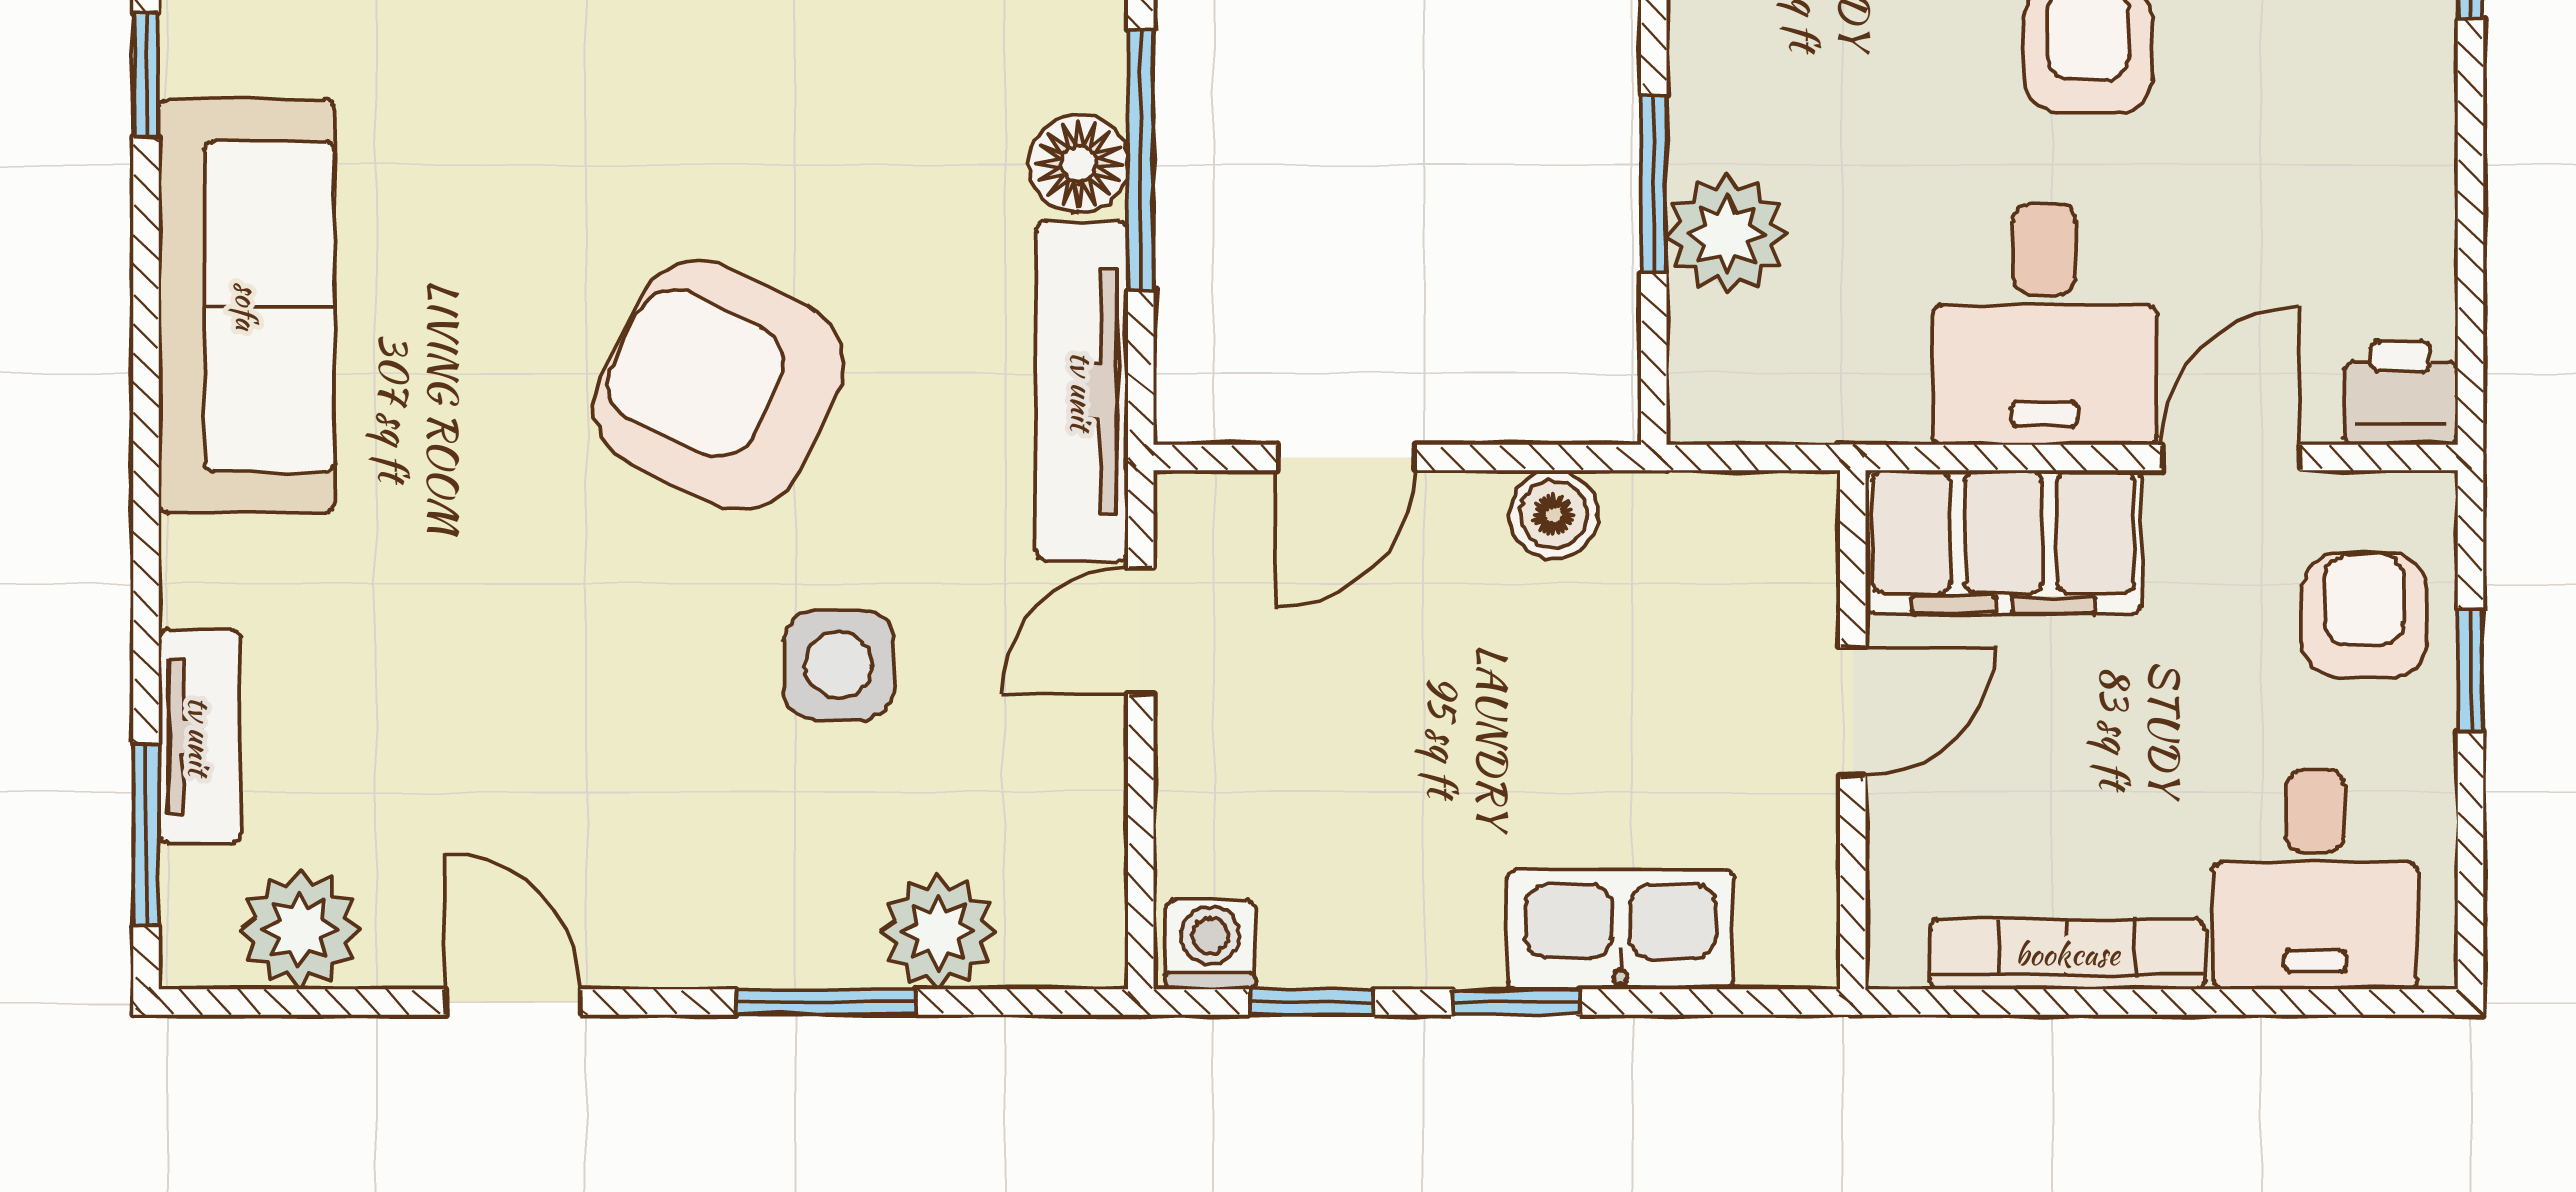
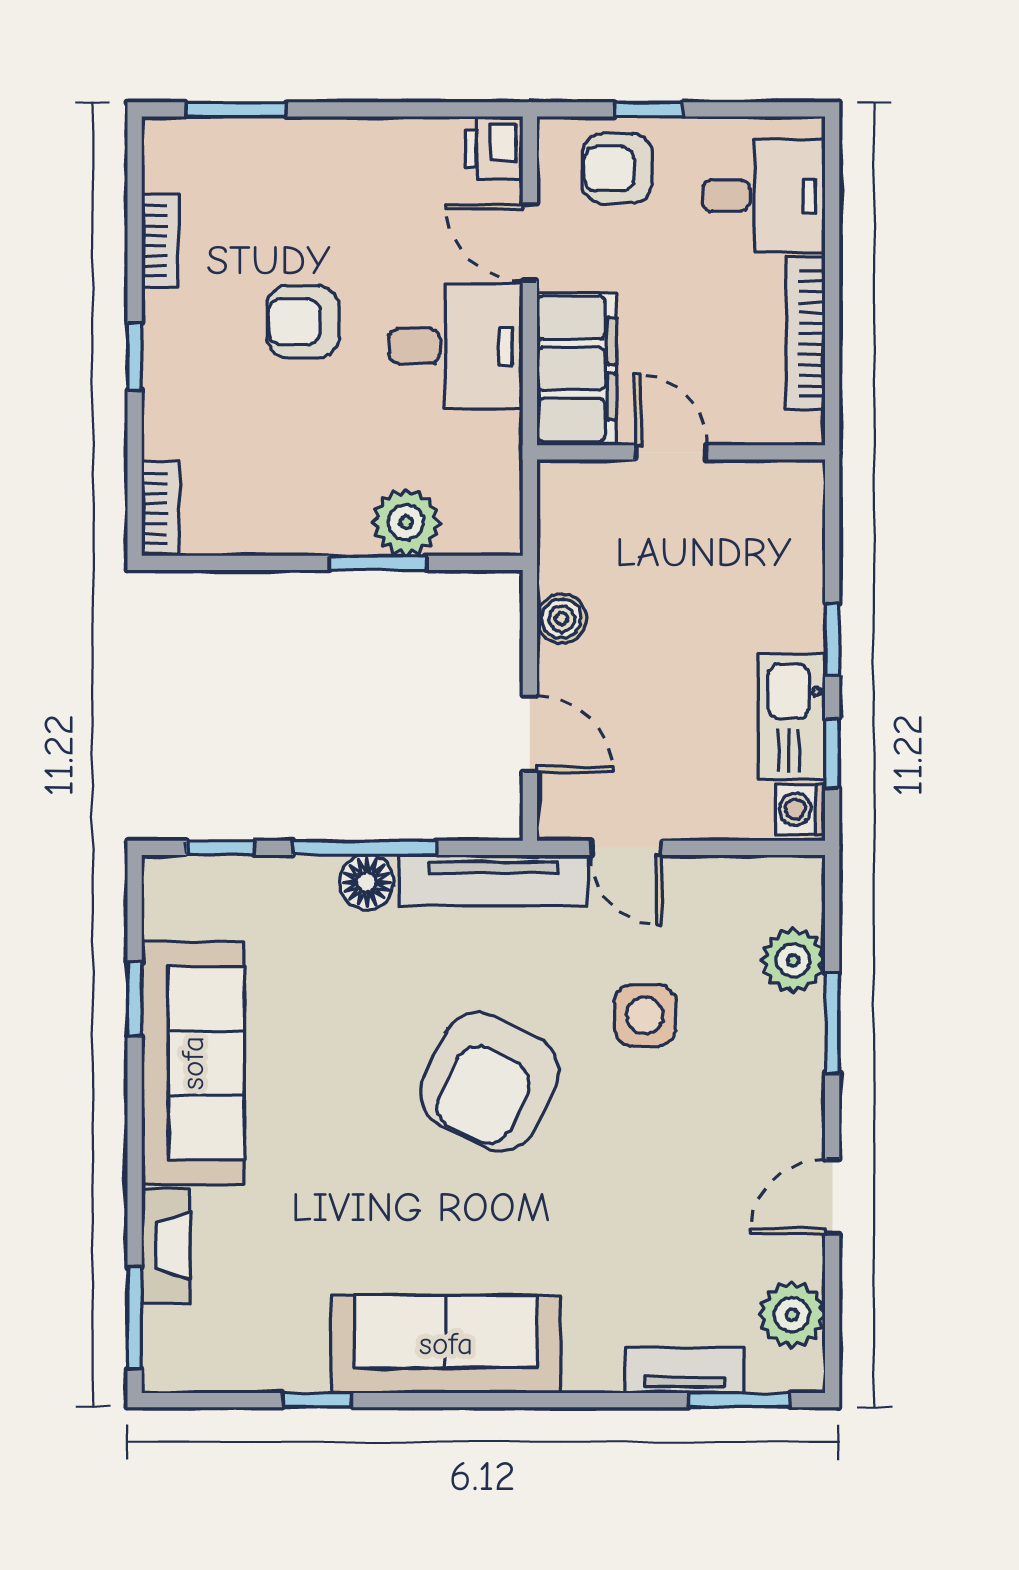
kitchen sink: (1621, 930) -> (792, 717), moved

